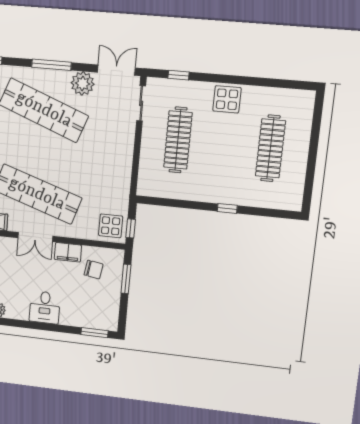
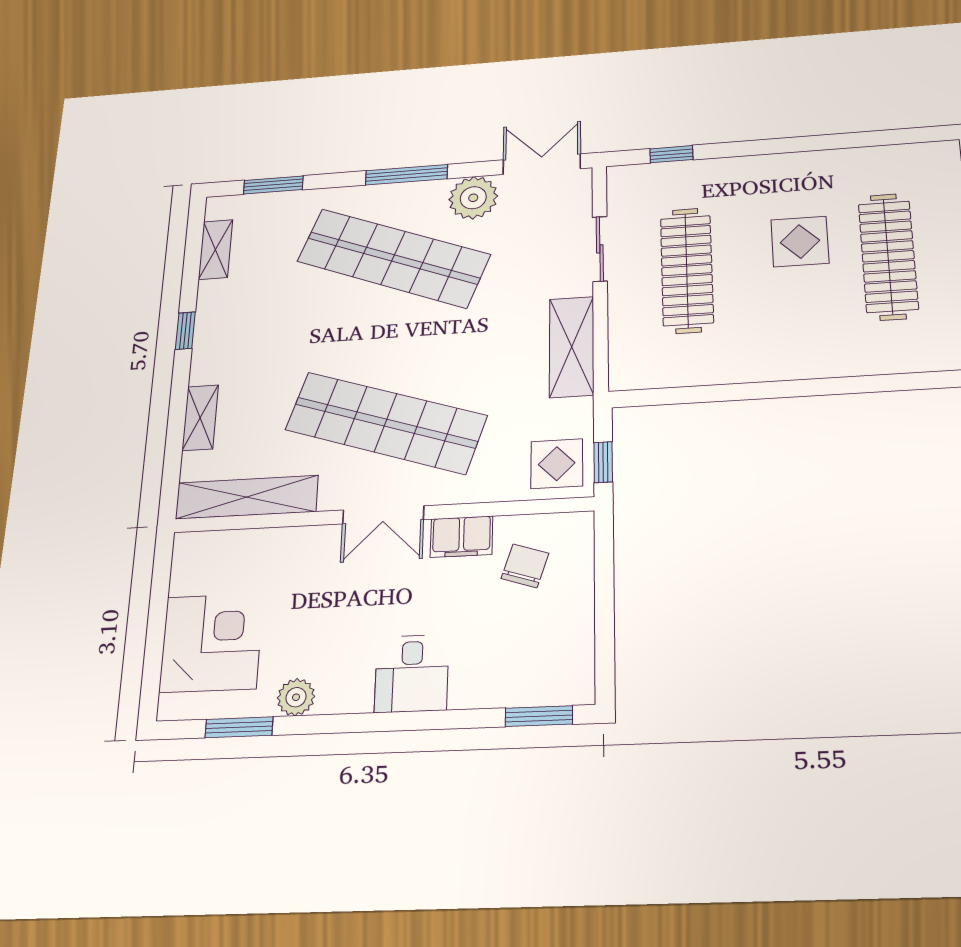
display table: (227, 99) -> (800, 242), moved
sliding door: (141, 103) -> (600, 249), moved
shelving: (122, 170) -> (572, 347), added
window: (227, 208) -> (817, 387), removed
chair: (94, 270) -> (525, 566), turned -81
window: (126, 279) -> (604, 575), removed

